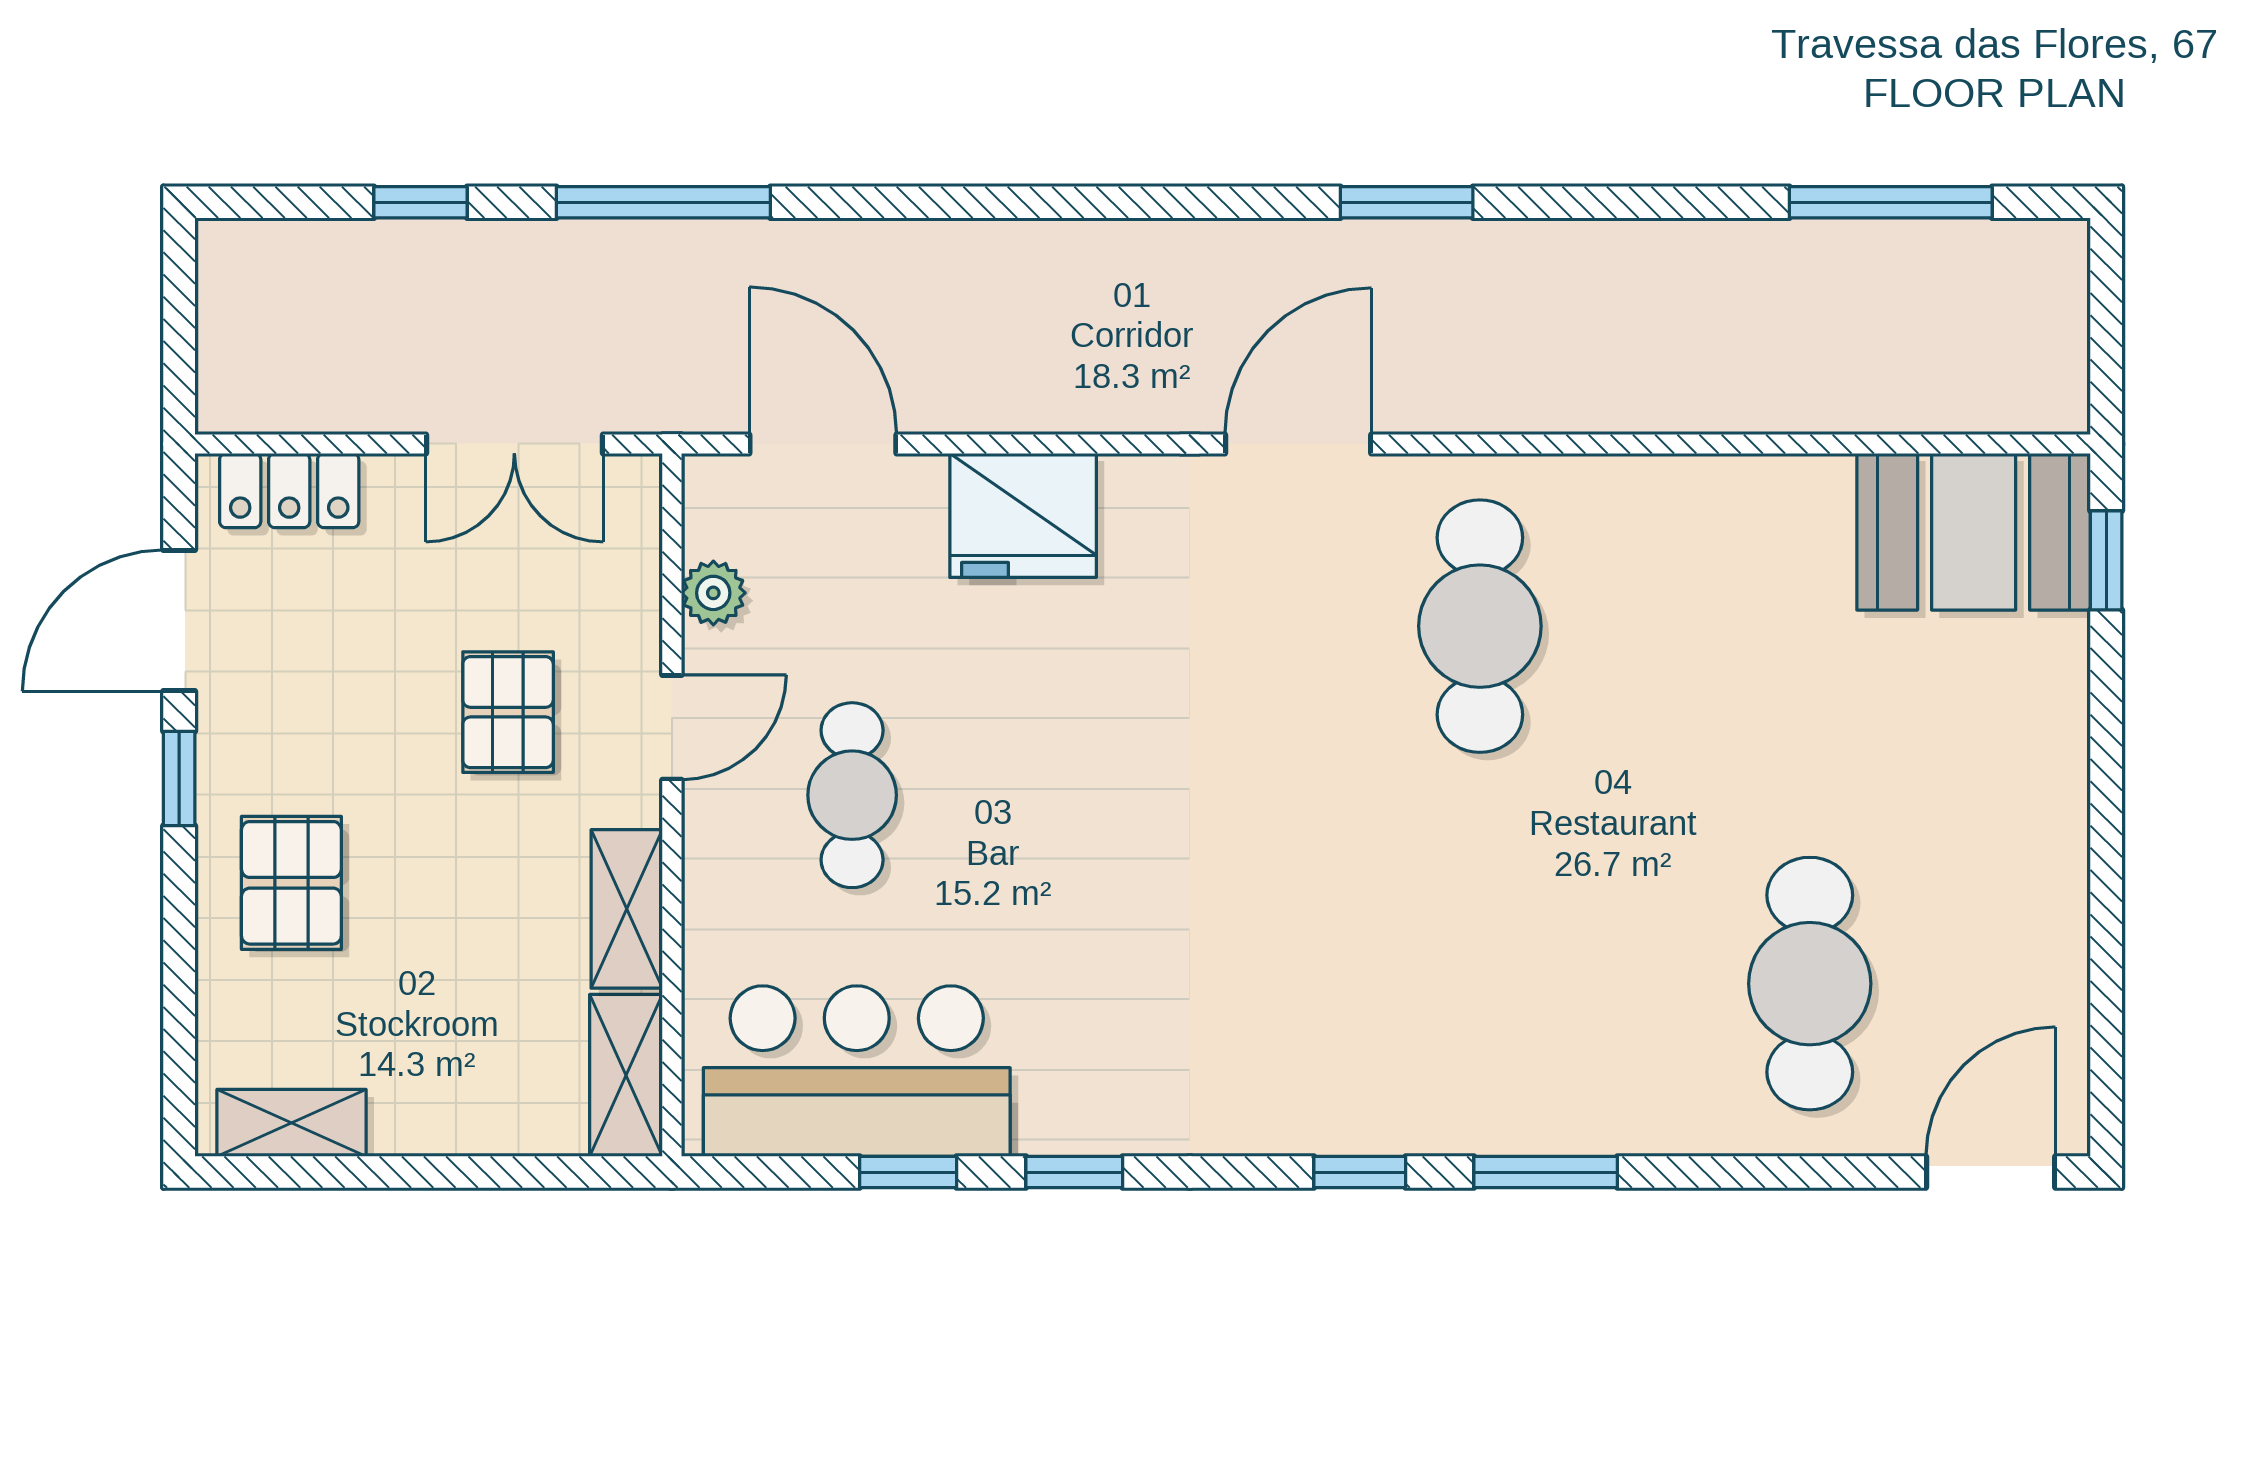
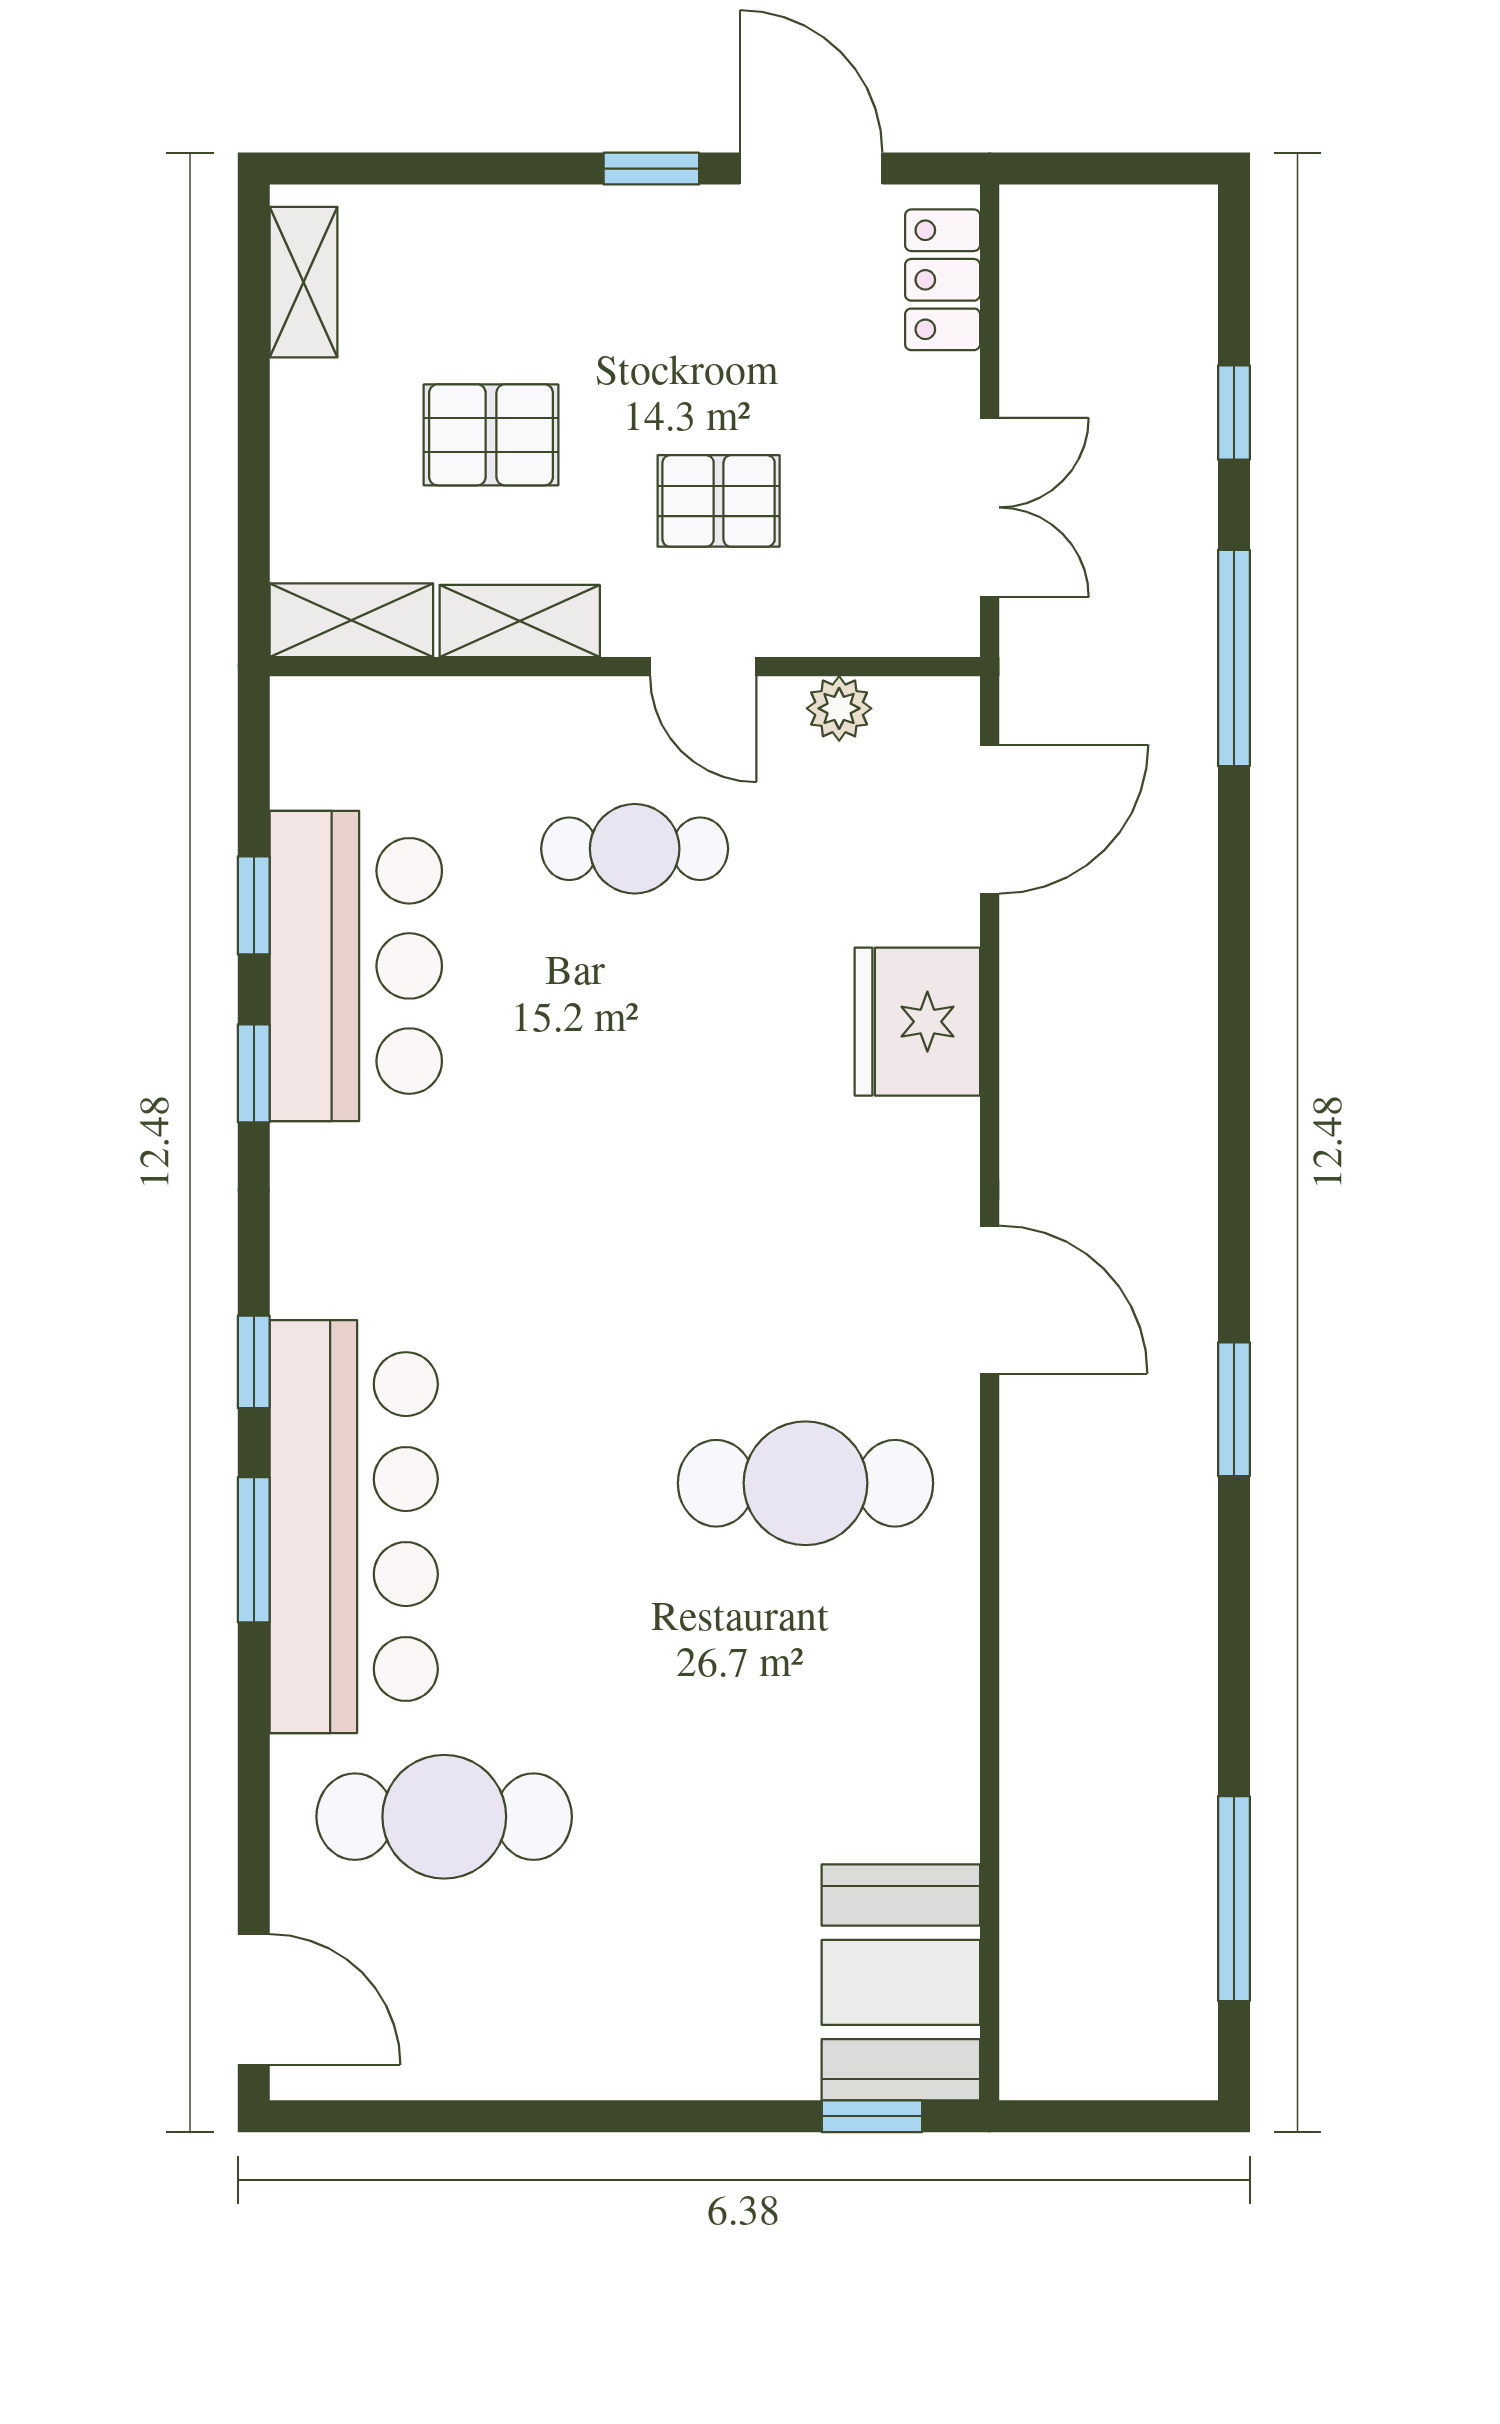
double door: (514, 444) -> (990, 507), swing flipped
pallet: (291, 883) -> (491, 435), moved
bar counter: (857, 1071) -> (356, 966), moved
bar counter: (1523, 1073) -> (354, 1527), added

